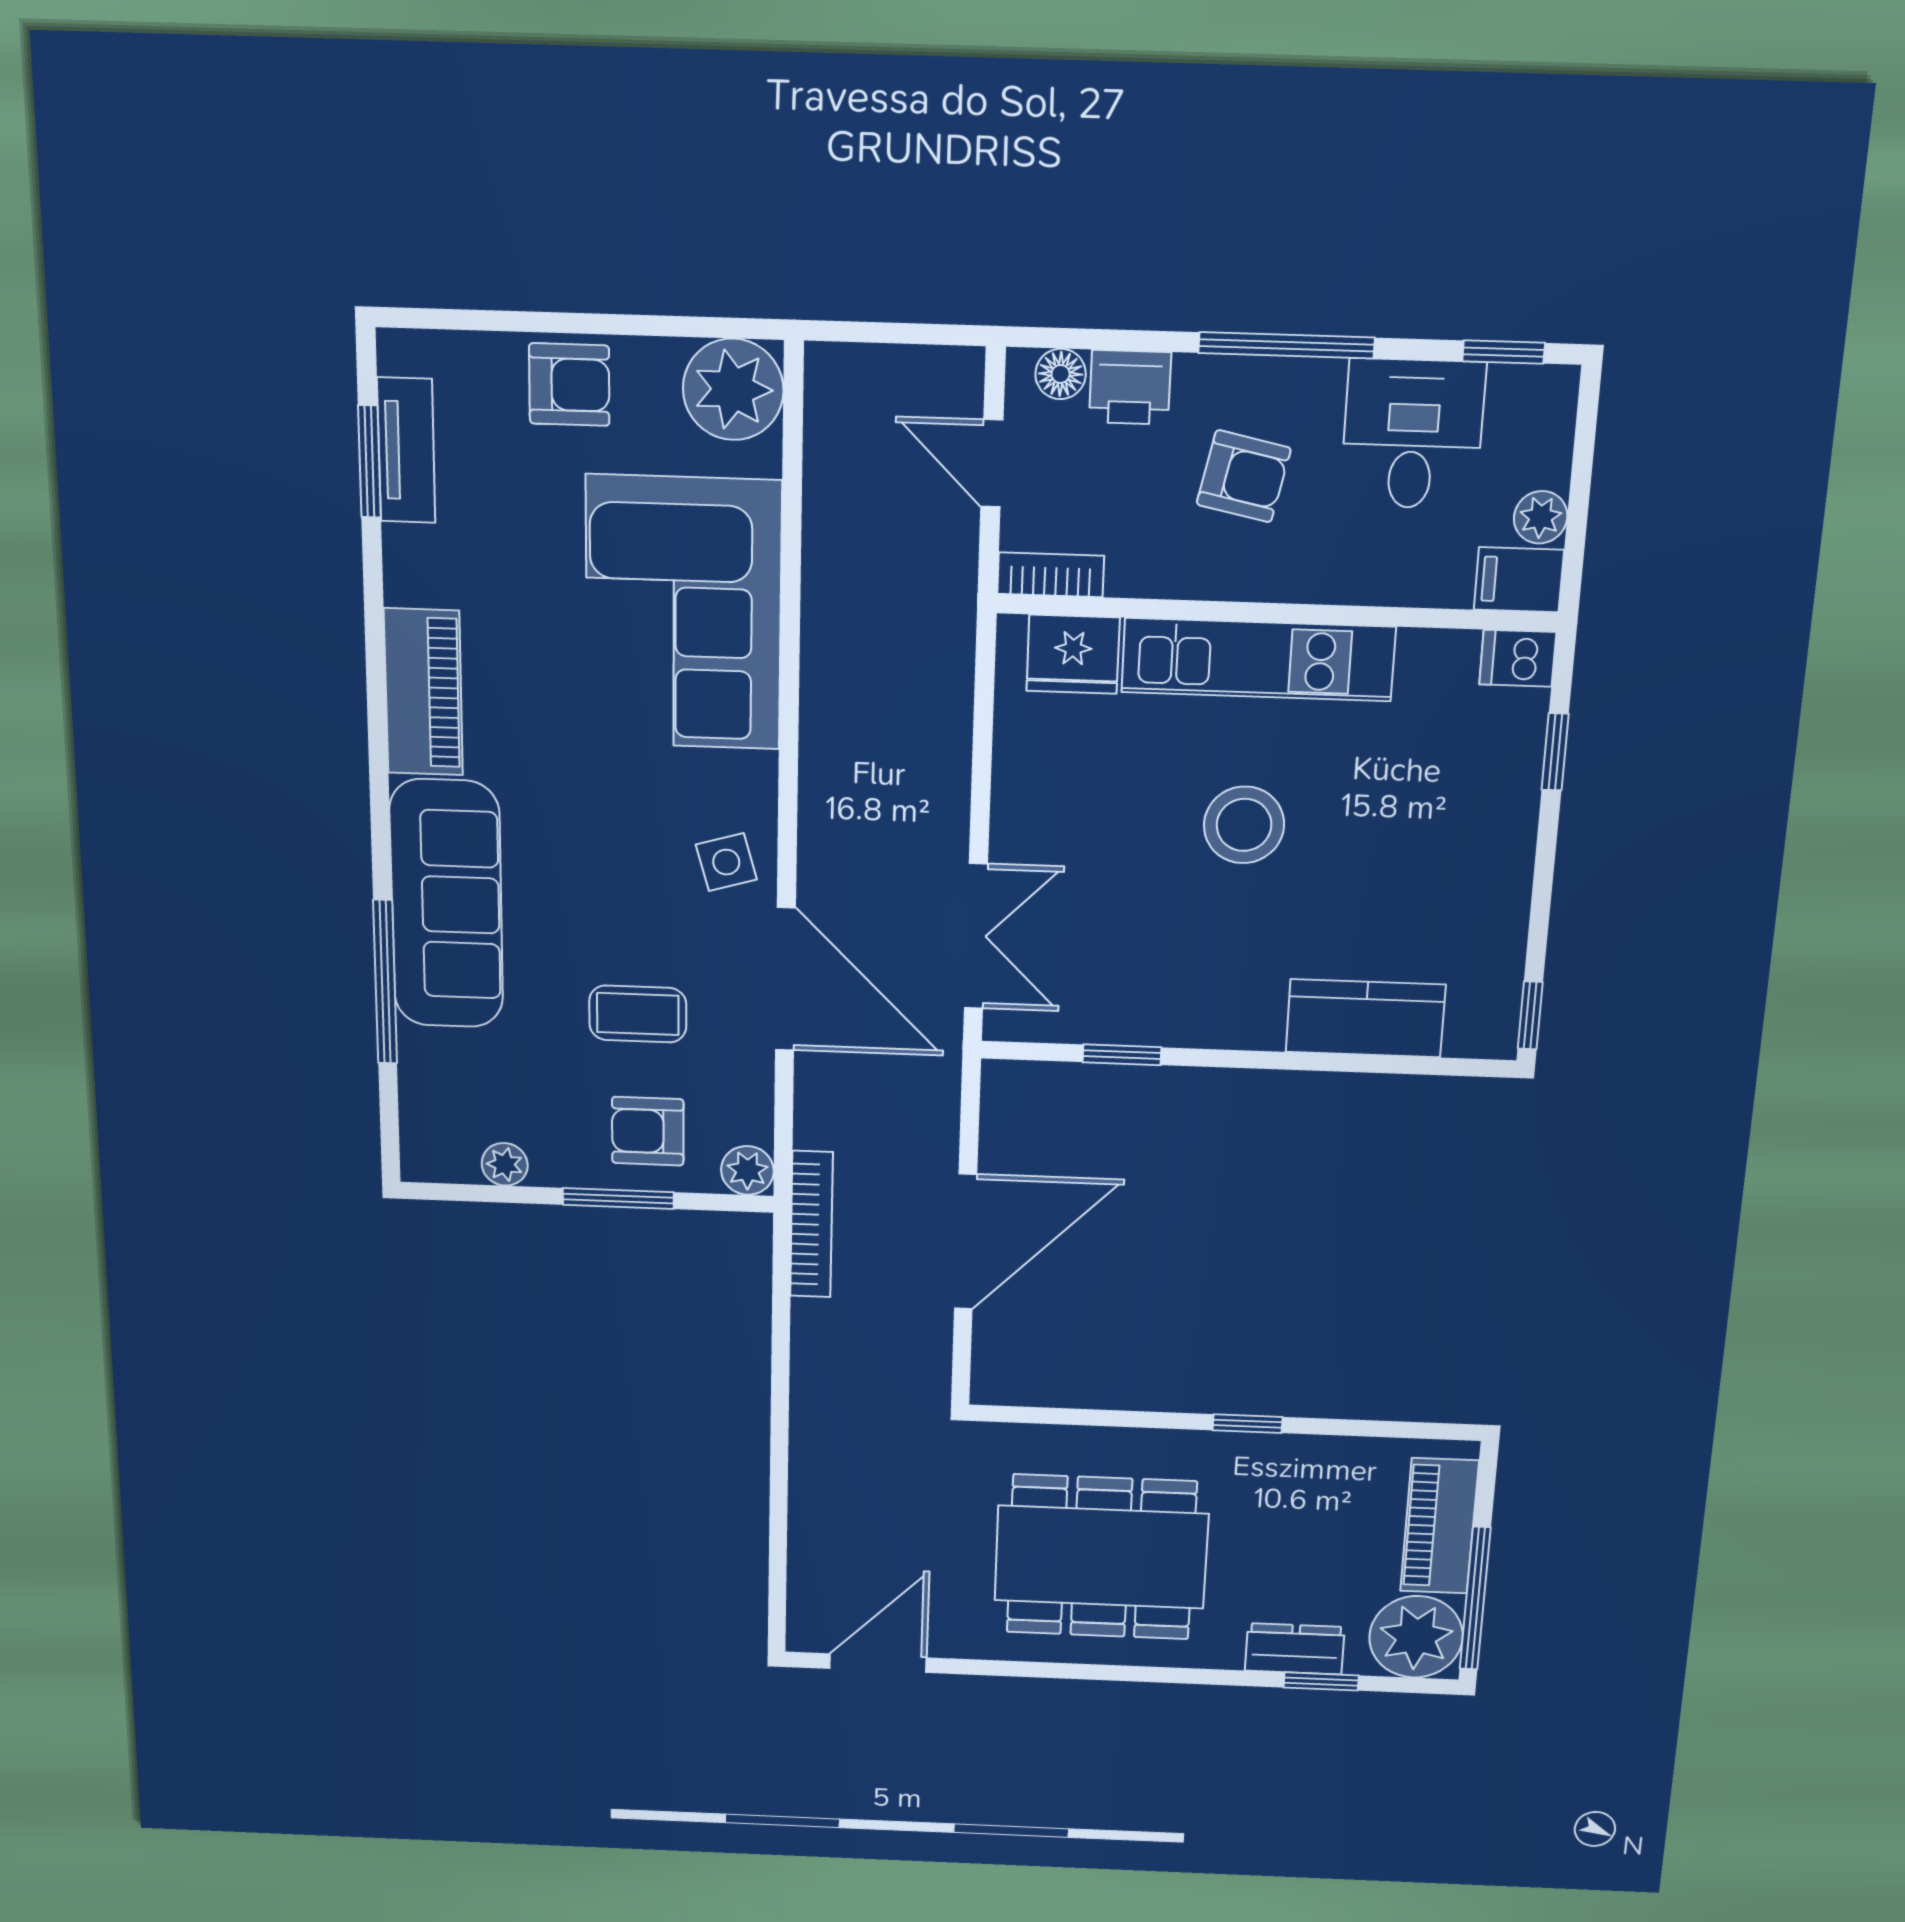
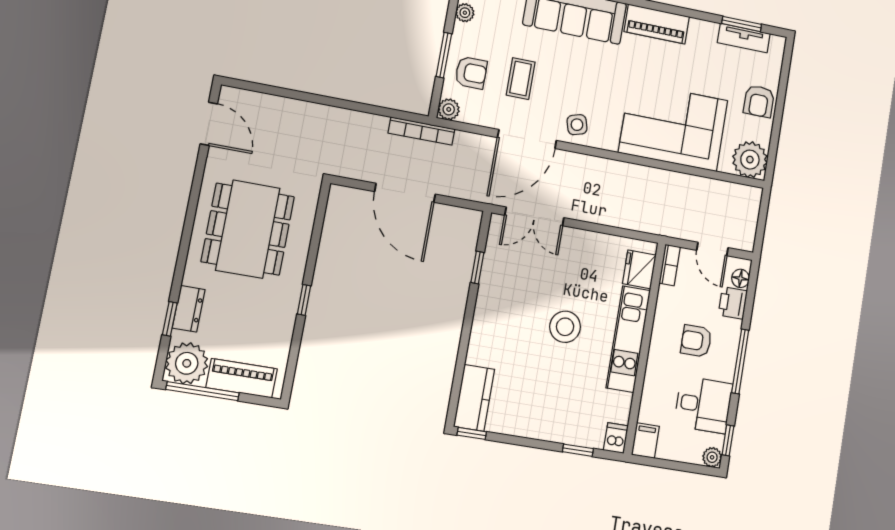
door: (992, 463) -> (712, 249), swing flipped
armchair: (1244, 476) -> (696, 341), turned 78
plant: (1541, 517) -> (712, 457), moved
kitchen counter: (1366, 1018) -> (474, 398), moved
armchair: (648, 1131) -> (471, 73), turned 90

